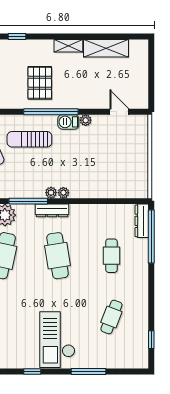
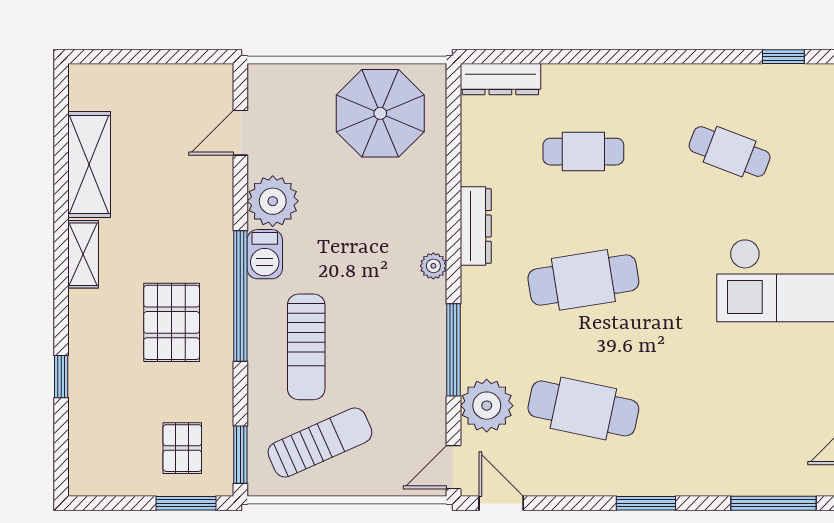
pallet: (40, 83) -> (172, 322), turned 90
plant: (86, 120) -> (273, 201), width x1.87, depth x1.87
parasol: (127, 170) -> (380, 113), added
plant: (51, 193) -> (433, 296), removed
dresser: (52, 210) -> (476, 226), moved
window: (151, 236) -> (538, 57), removed

